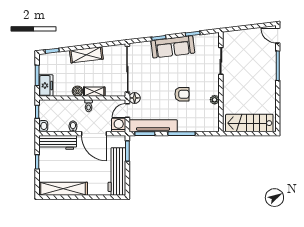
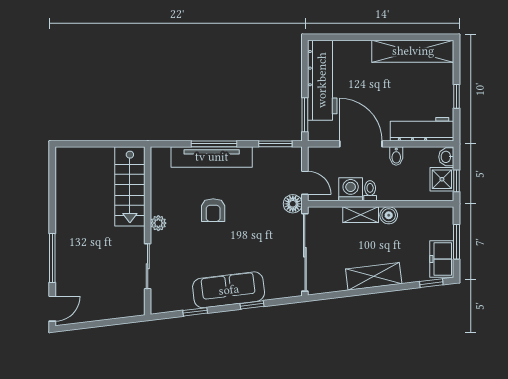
door: (278, 36) -> (52, 309), hinge flipped
freezer: (46, 85) -> (442, 259), moved
armchair: (182, 94) -> (213, 210), turned -90
plant: (215, 100) -> (158, 223), moved
door: (127, 111) -> (305, 183), hinge flipped
shower: (46, 113) -> (442, 179), added
stairs: (249, 123) -> (130, 186), moved, turned 90
washing machine: (119, 125) -> (351, 189), moved, turned 180
tv unit: (153, 126) -> (212, 157), moved

